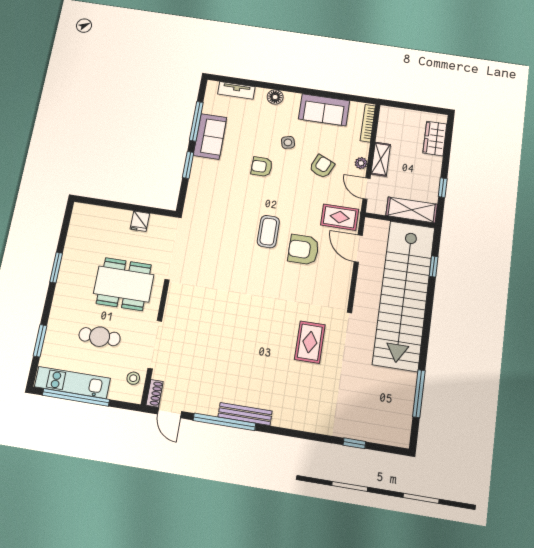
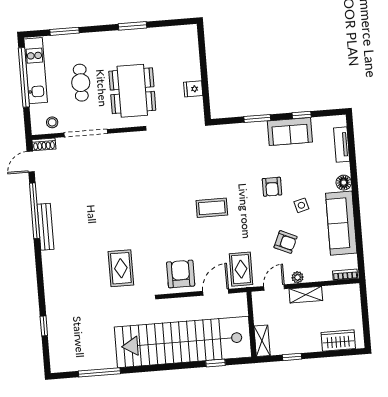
sofa: (324, 110) -> (341, 223), width x1.36
window: (196, 121) -> (302, 115), width x0.46
bookcase: (368, 123) -> (345, 275), width x0.64
armchair: (262, 167) -> (272, 187), turned 180
shelving: (412, 210) -> (262, 341), width x0.67, depth x0.75
armchair: (303, 250) -> (181, 274), moved
rug: (310, 342) -> (121, 268), turned 90

